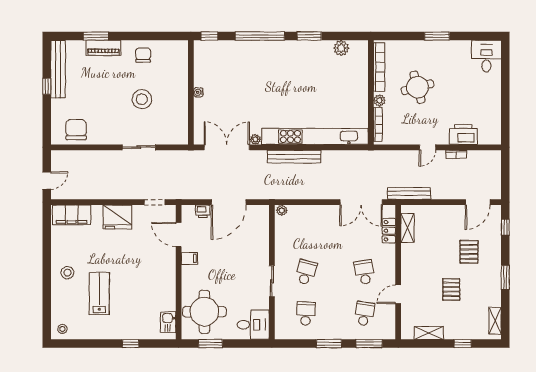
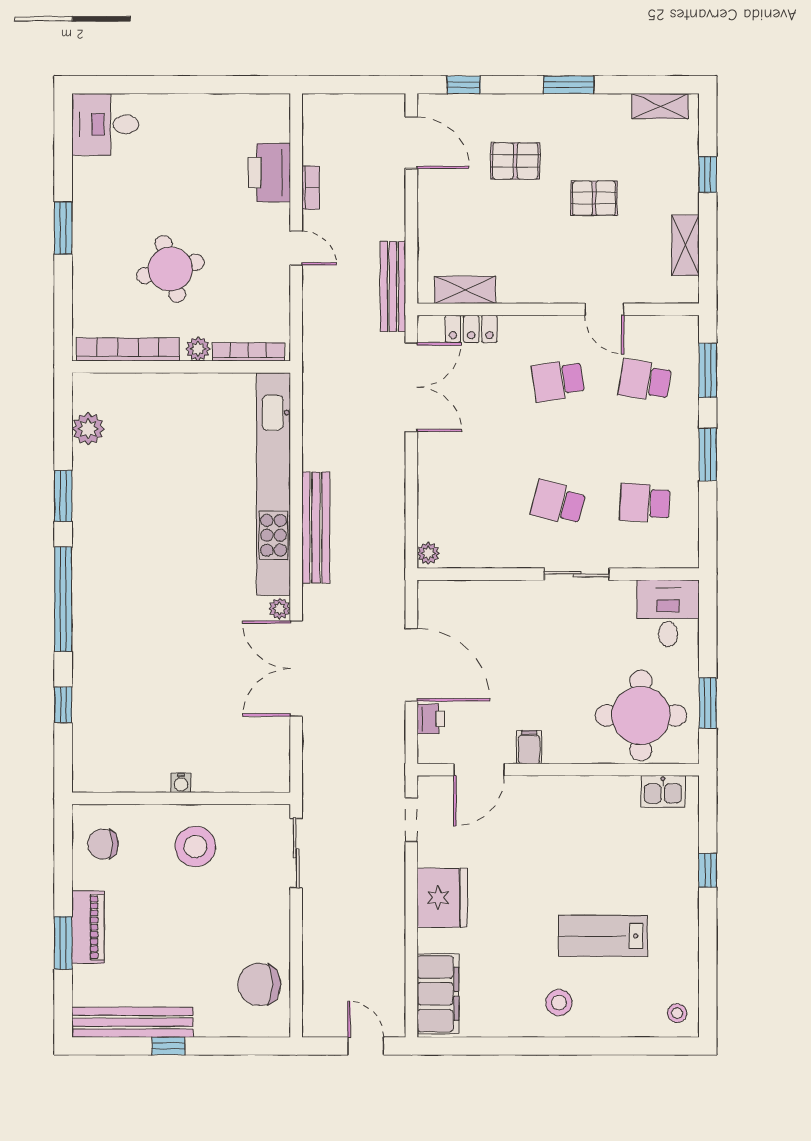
wall: (191, 92) -> (181, 798), moved
water cooler: (198, 92) -> (181, 783), moved

